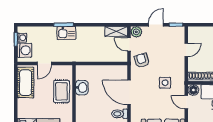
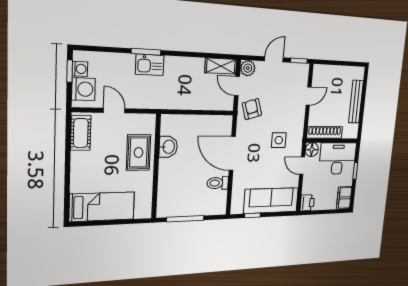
door: (44, 64) -> (114, 111), swing flipped
cot: (26, 83) -> (81, 133), width x0.73, depth x0.75

